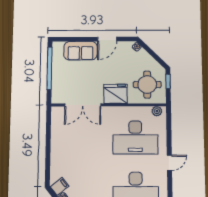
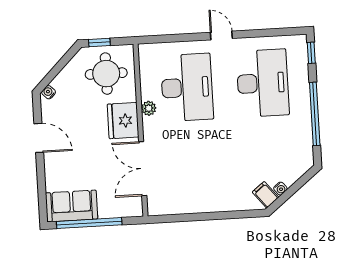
sofa: (81, 51) -> (72, 206), moved, turned -90
double door: (83, 105) -> (143, 169), swing flipped
plant: (157, 111) -> (149, 108), moved

